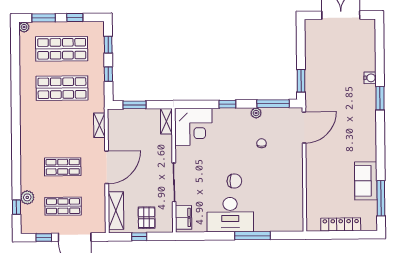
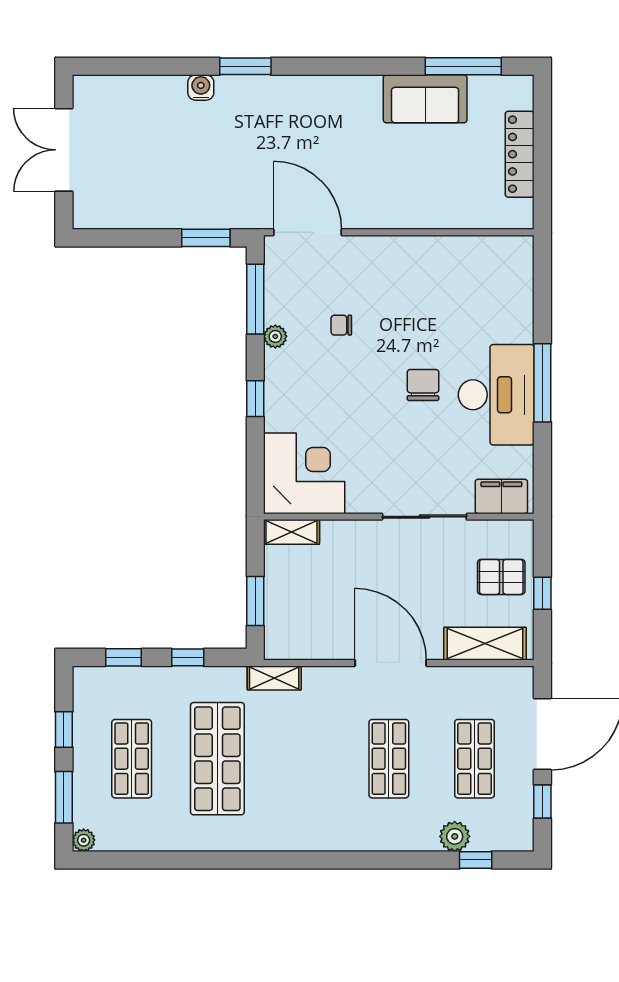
shop shelf: (62, 49) -> (132, 759), width x0.70, depth x0.74
shelving: (99, 125) -> (274, 678), moved
window: (252, 236) -> (542, 383), moved

